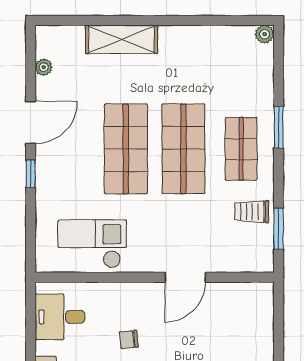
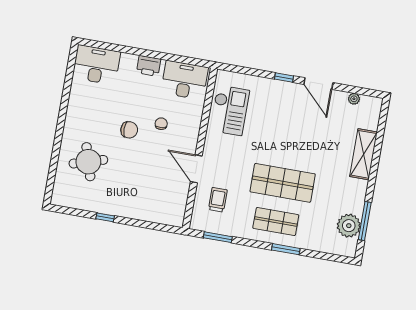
window: (218, 20) -> (365, 221), added
plant: (265, 34) -> (349, 226), moved, width x1.87, depth x1.87
shop shelf: (126, 149) -> (289, 144), removed
trolley: (252, 212) -> (218, 200), moved
desk: (60, 317) -> (184, 80), width x1.37

